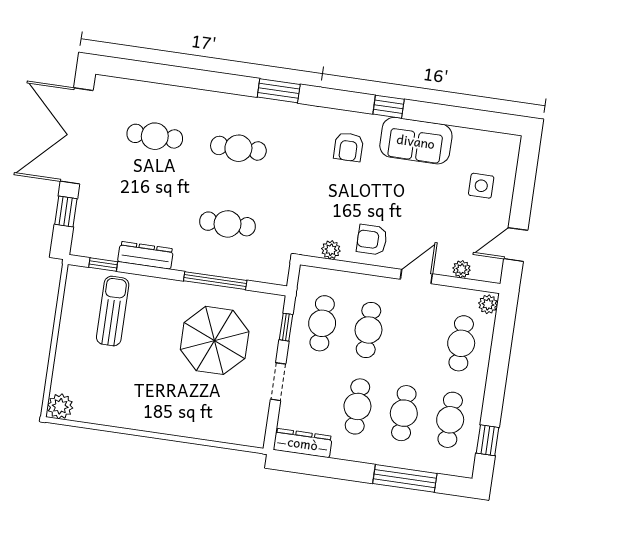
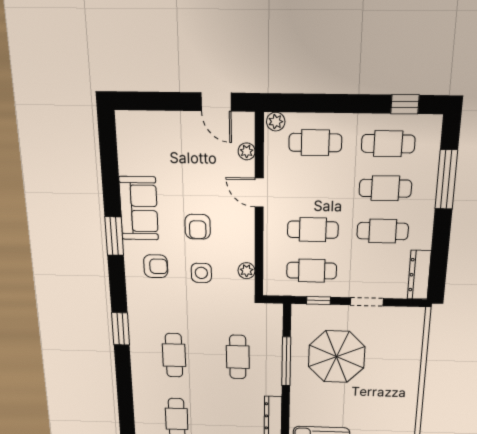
window: (389, 107) -> (114, 236), width x1.50
side table: (481, 186) -> (201, 273), moved
armchair: (372, 240) -> (198, 227), moved

